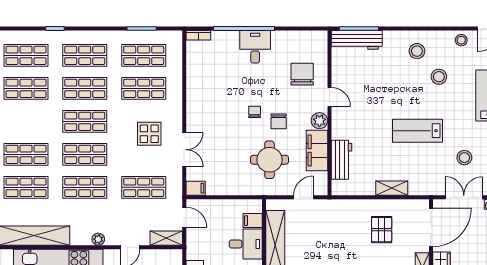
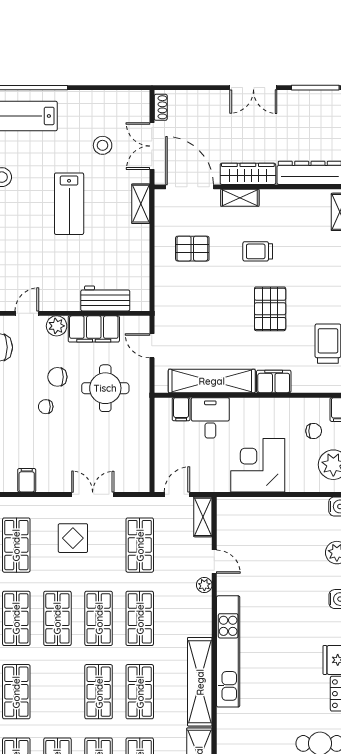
chair: (279, 121) -> (57, 377), turned 180
filing cabinet: (196, 188) -> (27, 480), moved
shelving: (392, 188) -> (141, 204), moved
plant: (98, 239) -> (204, 585), moved

